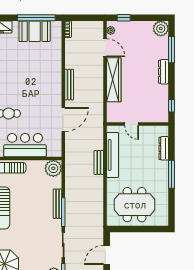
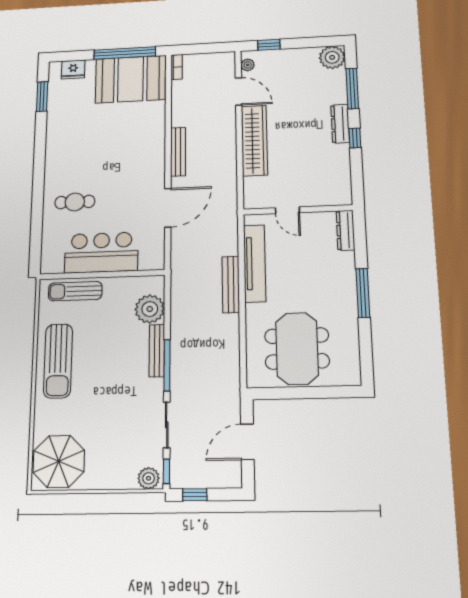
booth: (35, 31) -> (130, 79), width x1.36, depth x1.42
window: (171, 106) -> (355, 138), moved
dresser: (164, 148) -> (345, 230), moved
bench: (99, 162) -> (231, 284), width x1.36
plant: (53, 168) -> (150, 309), moved
meeting table: (135, 205) -> (297, 348), turned 90

